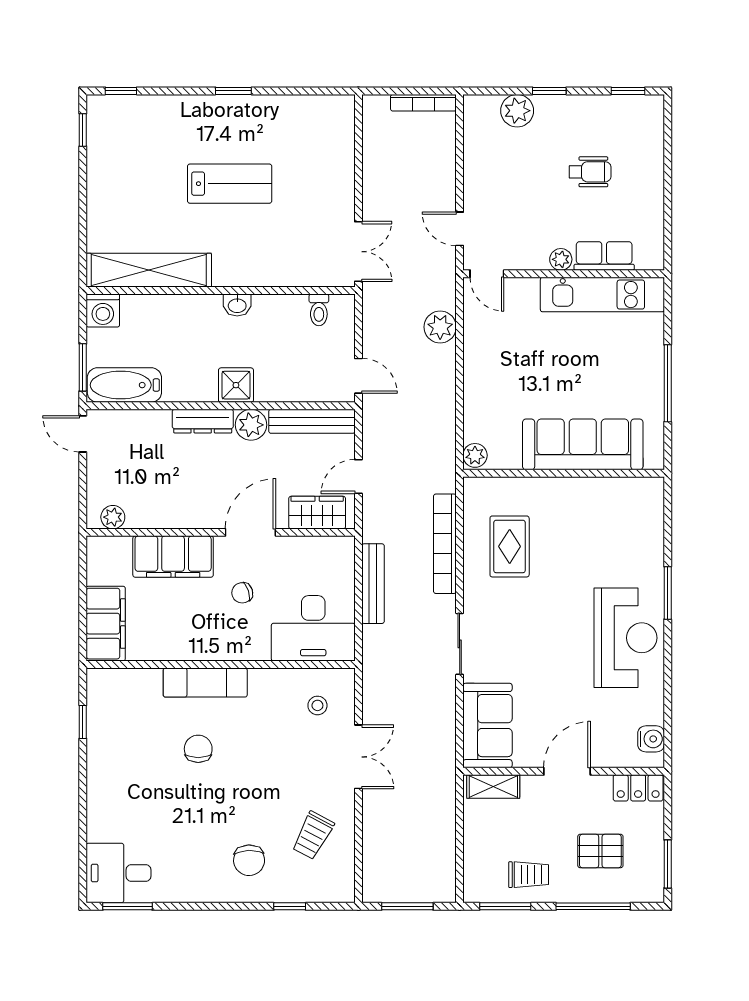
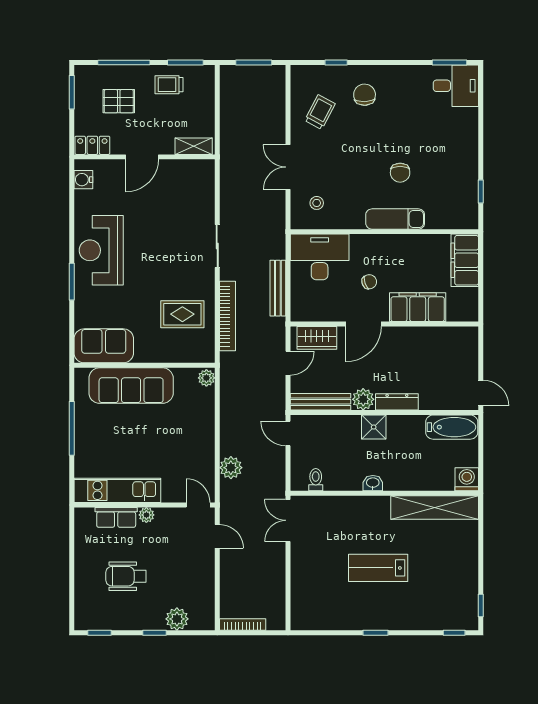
wheelchair: (590, 172) -> (126, 576), width x1.36, depth x1.37
window: (83, 367) -> (481, 439), removed
plant: (113, 517) -> (460, 335), removed
rug: (510, 546) -> (182, 314), turned 90
sofa: (487, 726) -> (104, 346), moved, turned 90

